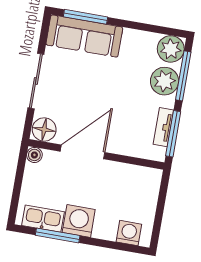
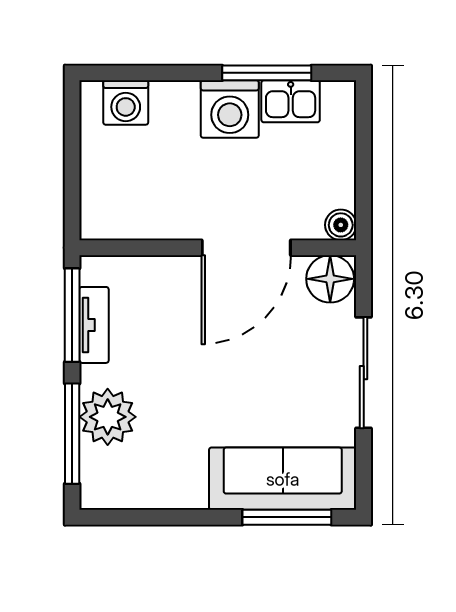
plant: (171, 49) -> (106, 483), removed
kitchen sink: (43, 219) -> (291, 101), width x0.73

